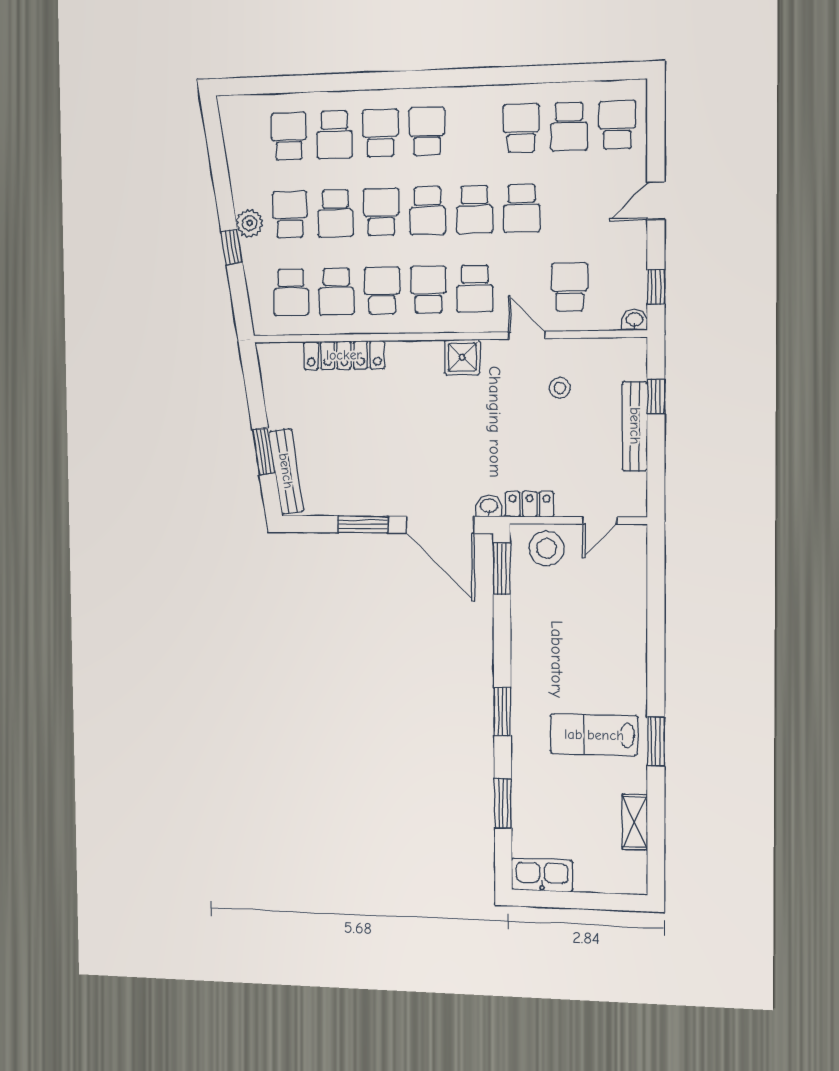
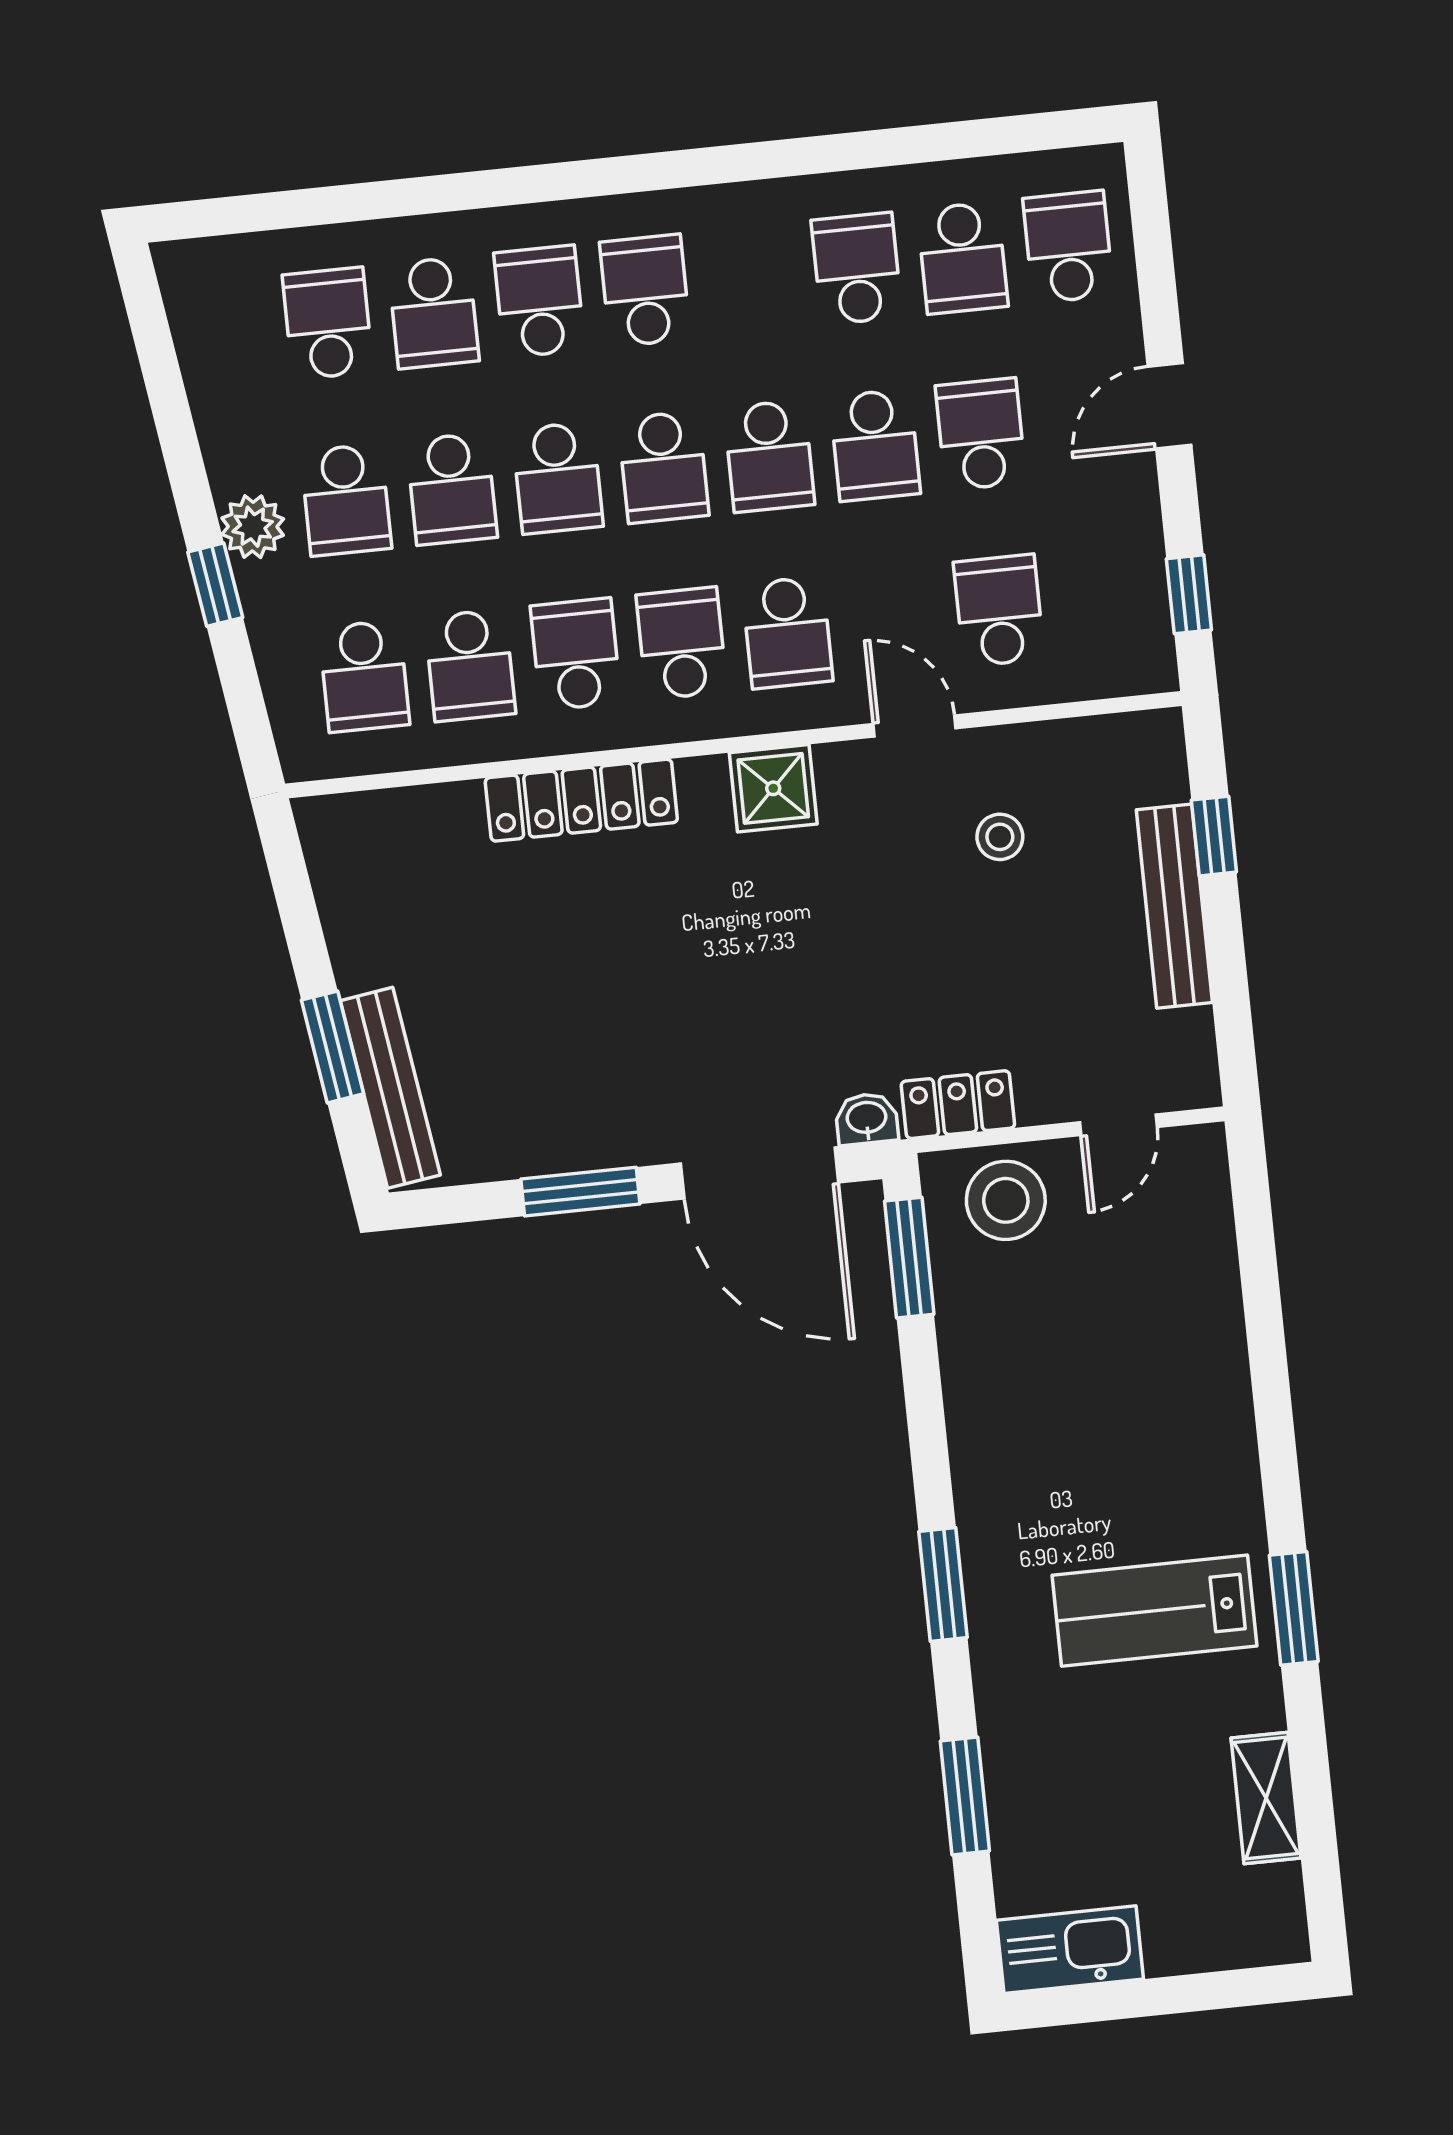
school desk: (569, 207) -> (981, 434), added
school desk: (381, 212) -> (558, 478), turned 180
school desk: (290, 215) -> (346, 500), turned 180
washbasin: (634, 320) -> (1149, 671), removed
locker: (344, 355) -> (581, 800), moved

